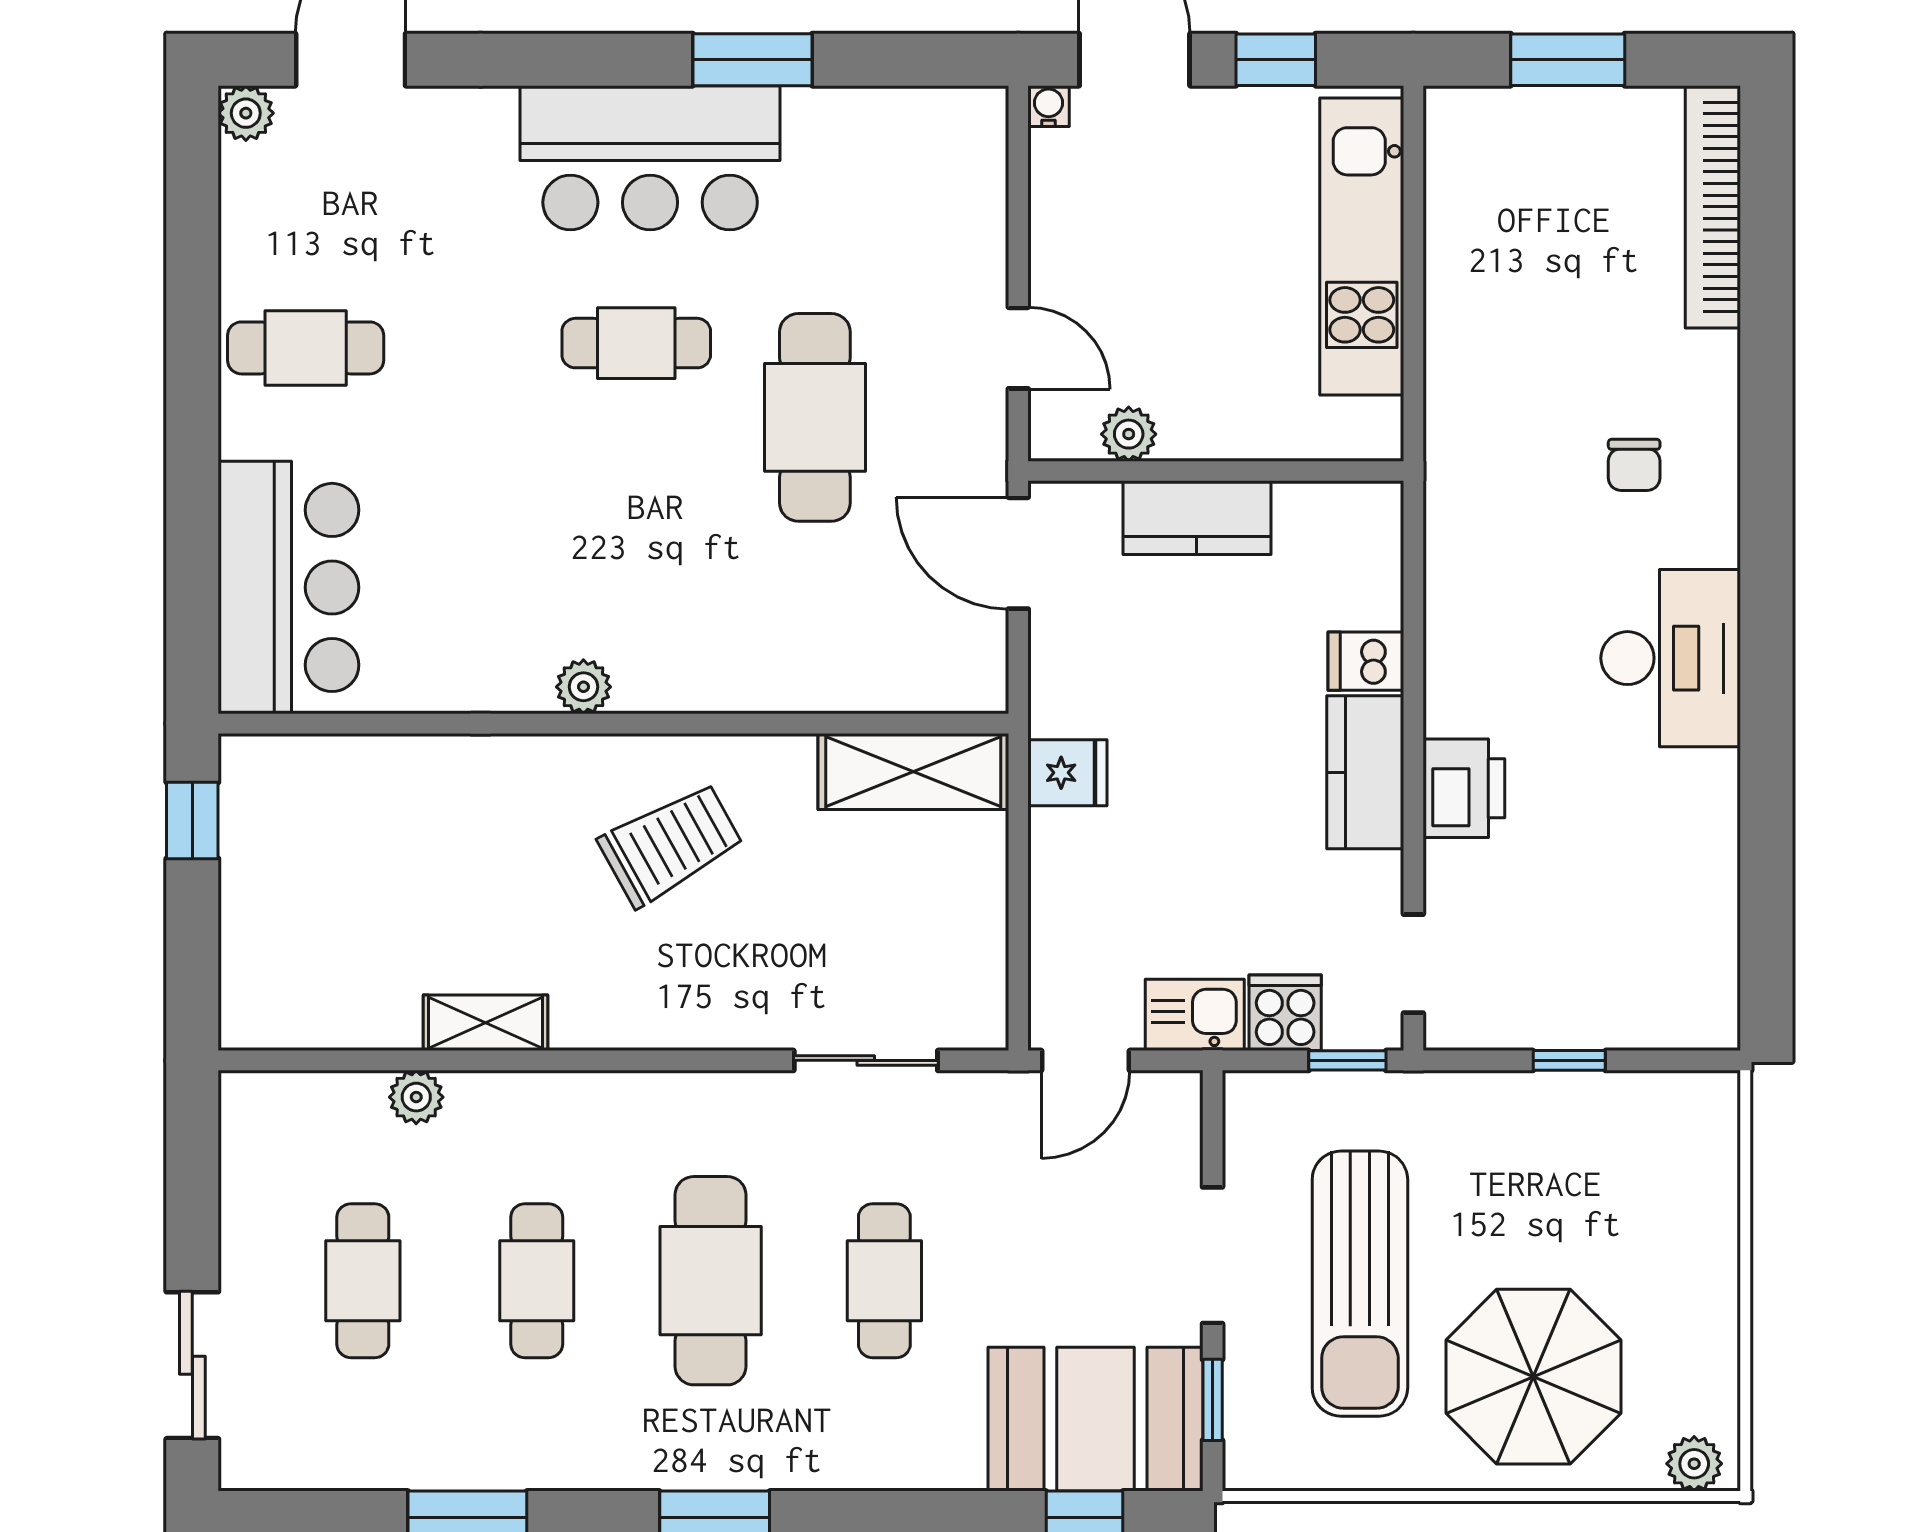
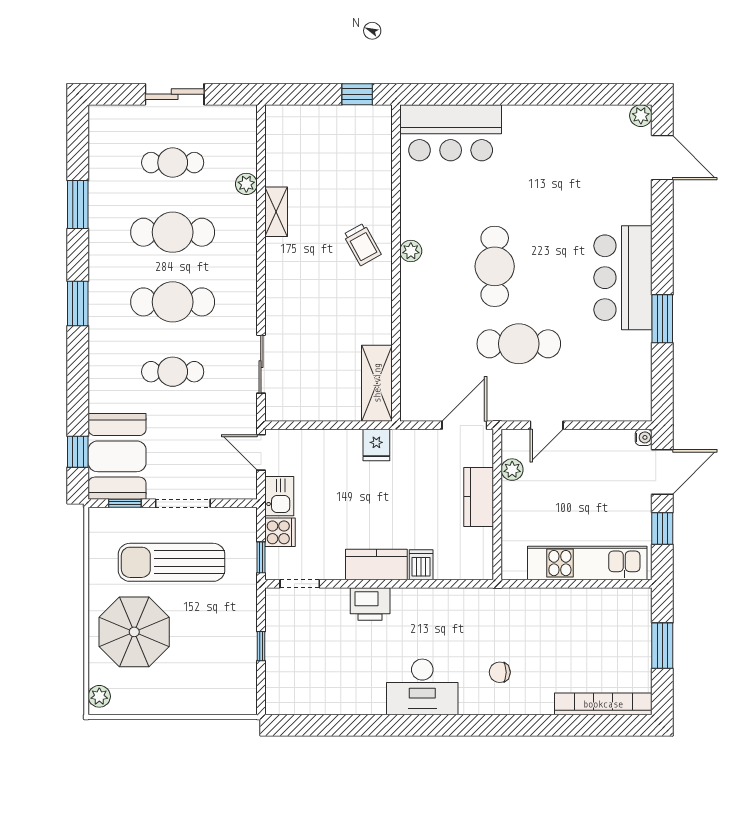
cafe table: (636, 343) -> (495, 266), moved, width x1.37, depth x1.35
cafe table: (306, 348) -> (547, 140), removed
trolley: (671, 844) -> (362, 244), moved, width x0.73, depth x0.72
cafe table: (537, 1281) -> (173, 232), width x1.37, depth x1.35
sliding door: (192, 1365) -> (175, 94), moved

